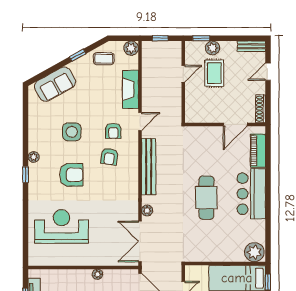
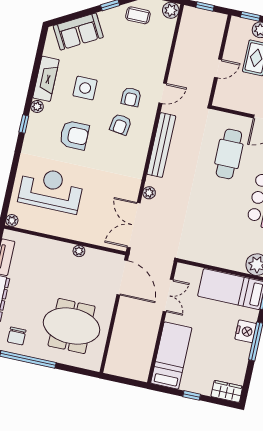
door: (183, 74) -> (218, 68), moved
fireplace: (130, 89) -> (46, 79), moved, turned 180
cafe table: (206, 198) -> (229, 154), moved
plant: (33, 261) -> (12, 220), added

